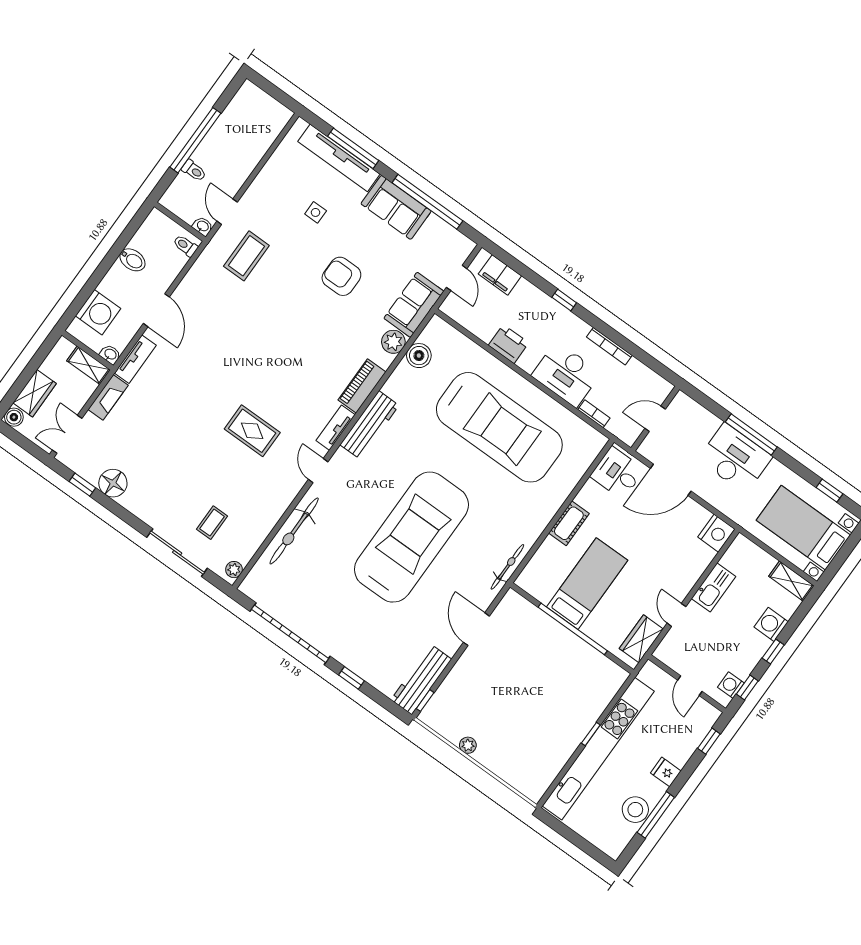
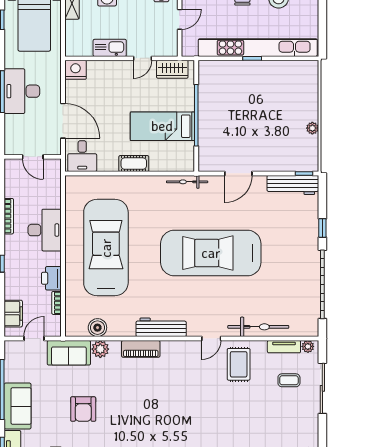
bookcase: (594, 414) -> (57, 303), moved
tv unit: (336, 428) -> (284, 347), moved
rug: (252, 431) -> (239, 364), moved

